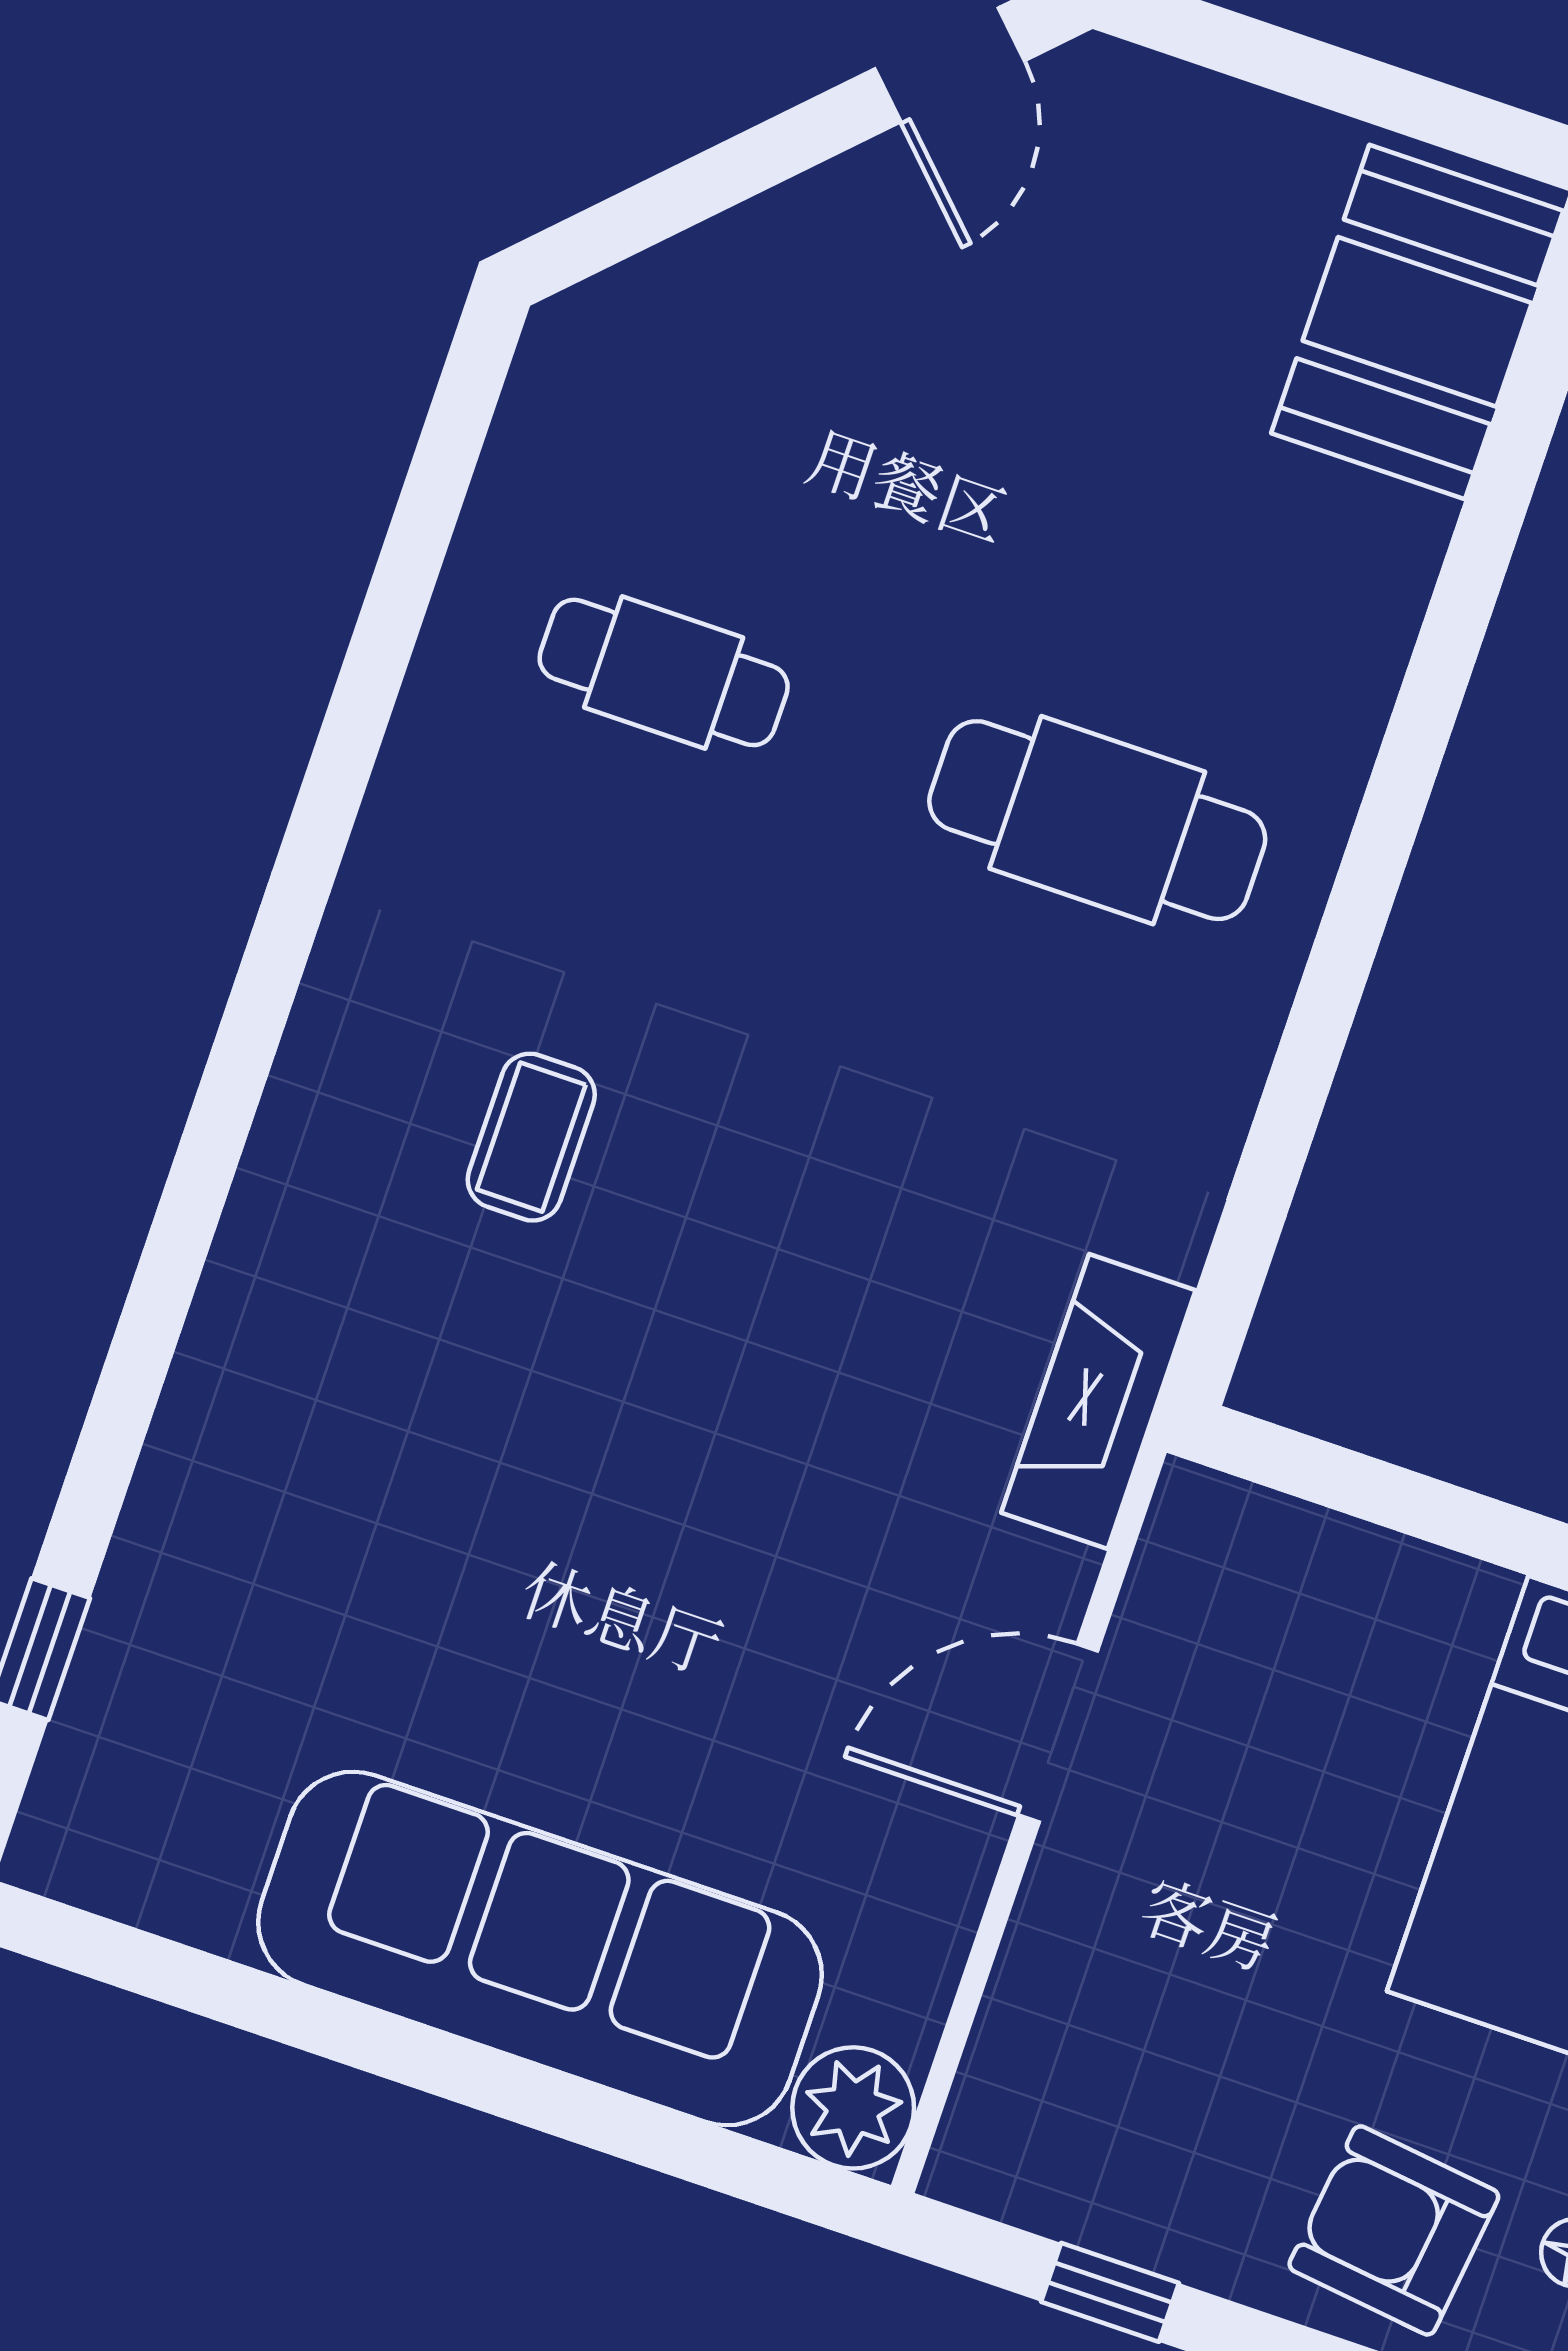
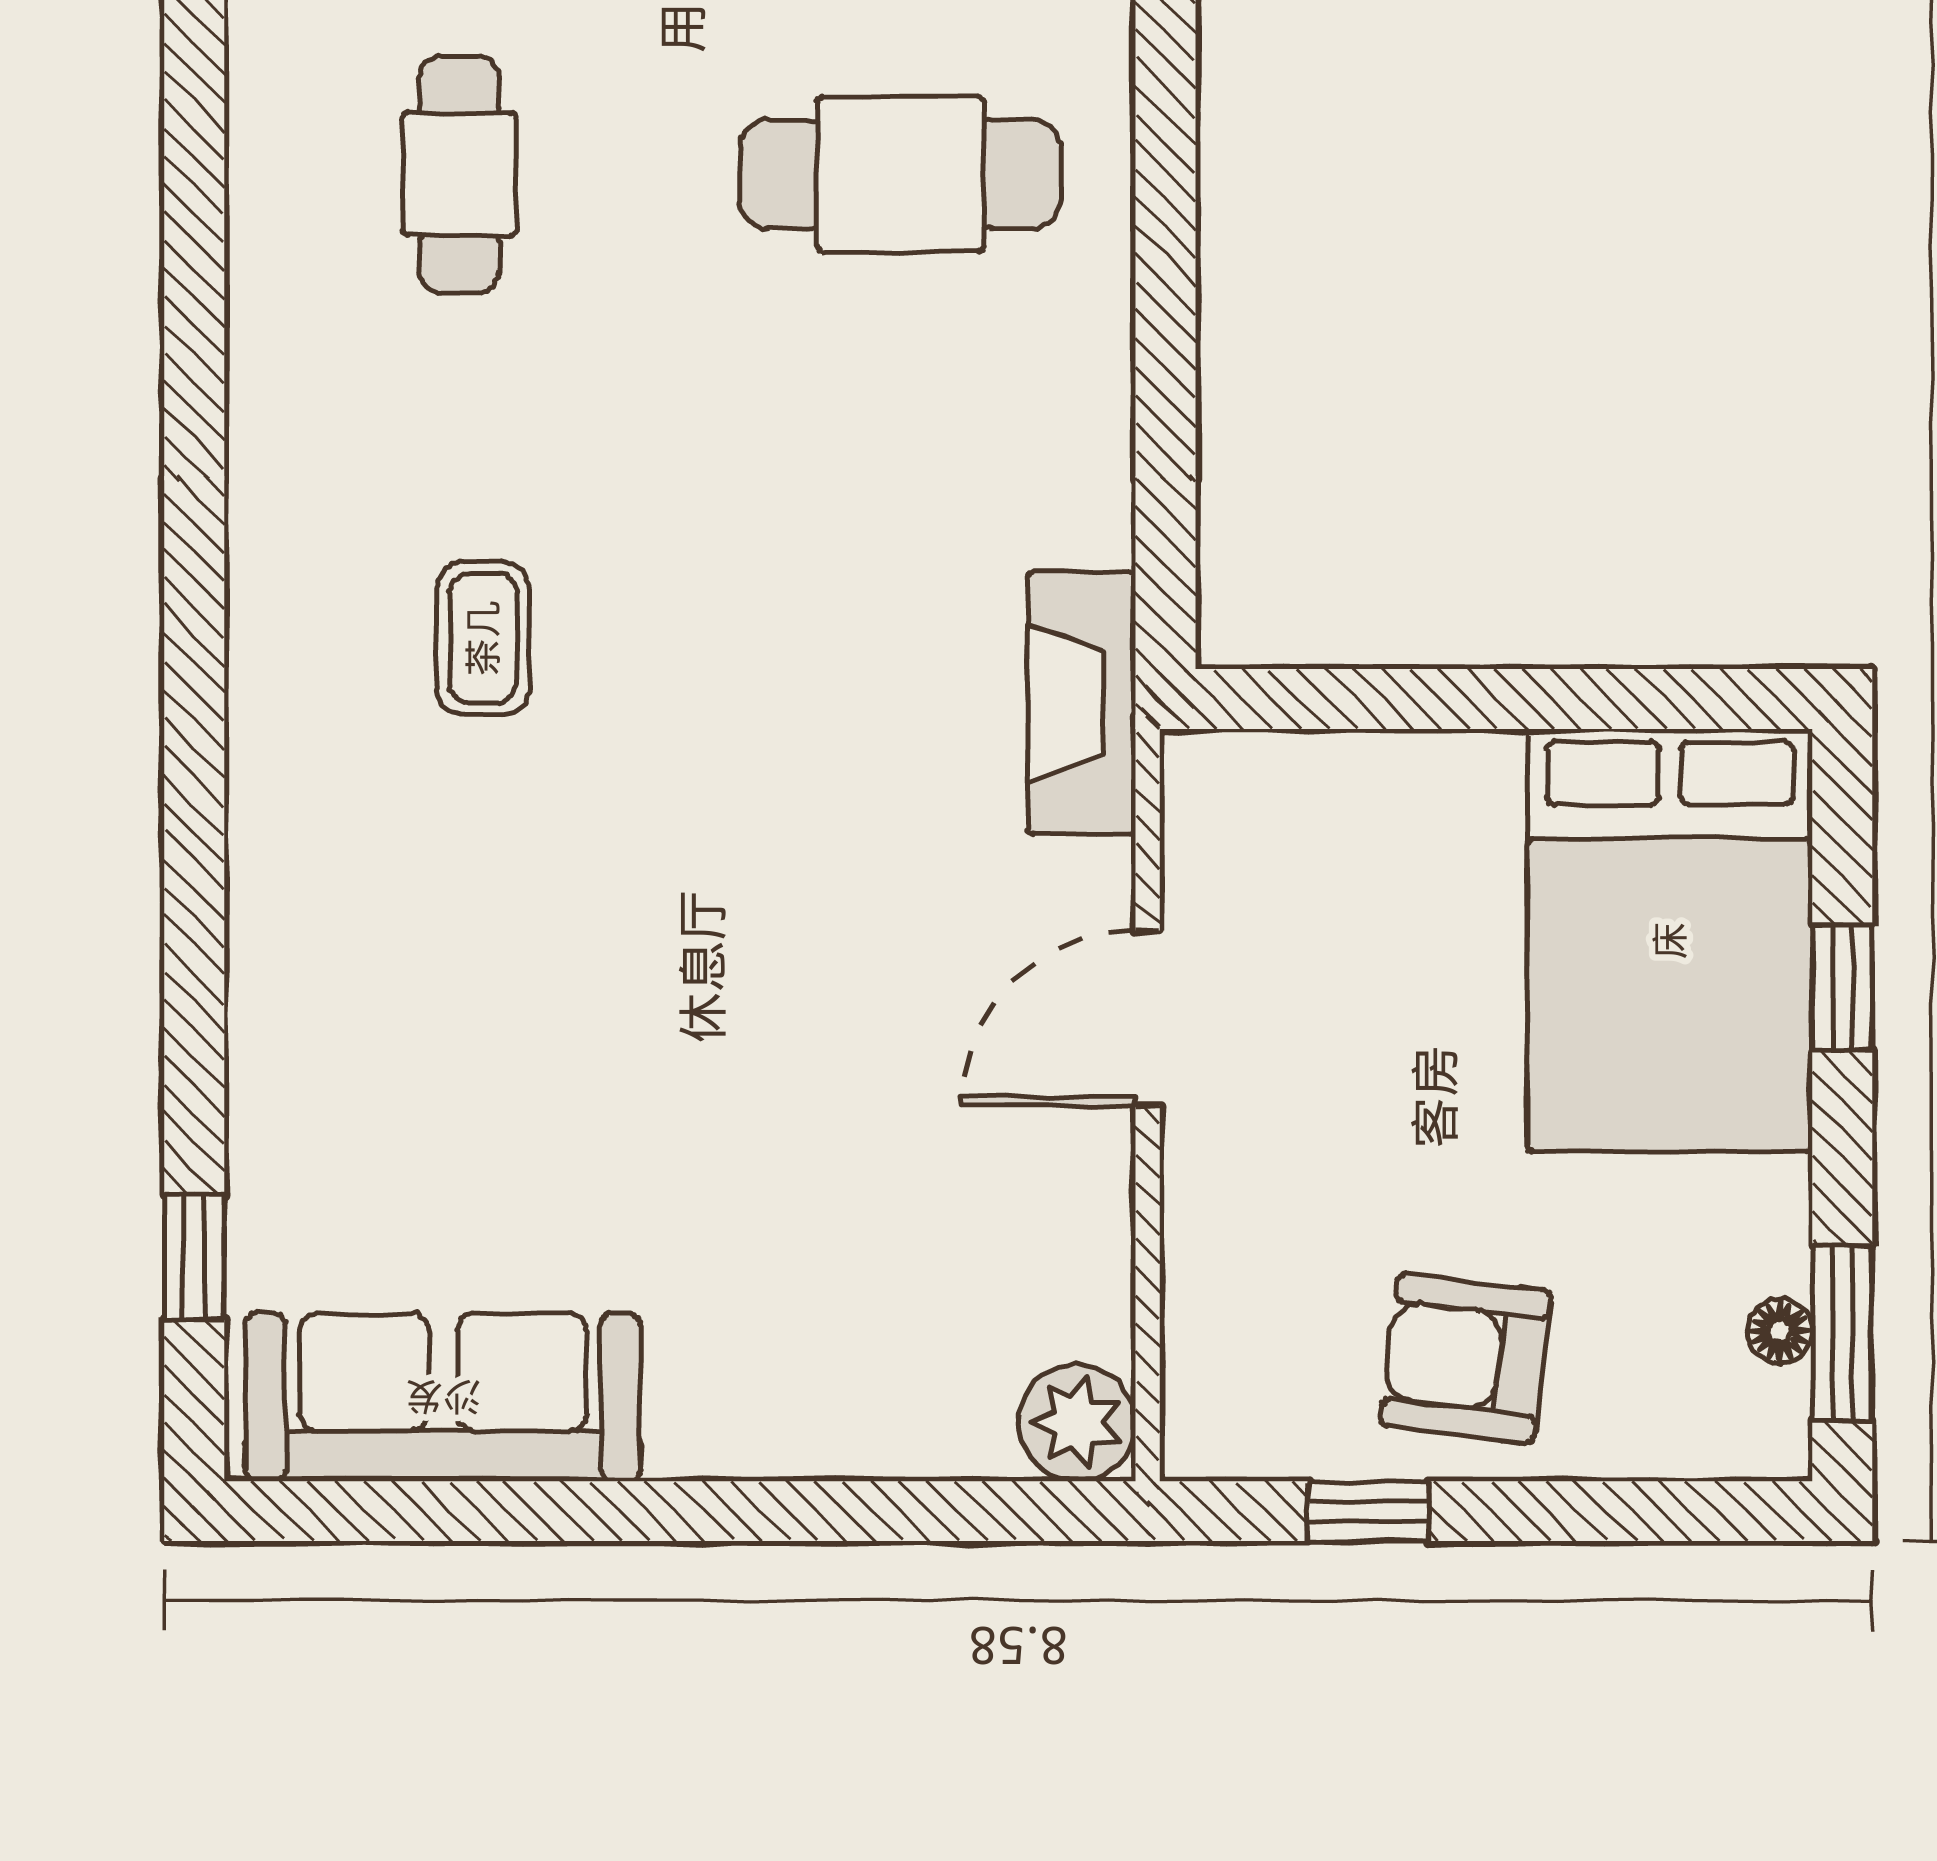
cafe table: (664, 672) -> (459, 174), turned 90
sofa: (540, 1949) -> (443, 1397), moved, width x0.74, depth x0.79
armchair: (1394, 2230) -> (1466, 1359), moved

